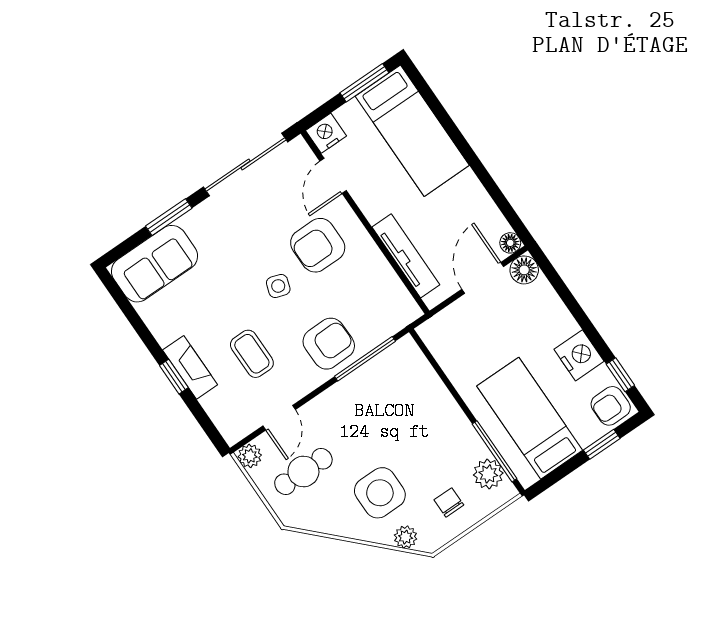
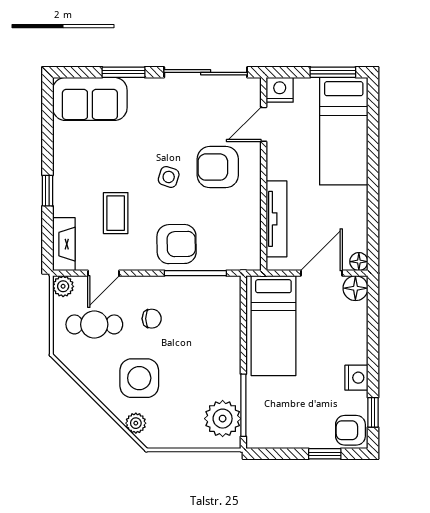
nightstand: (579, 355) -> (356, 378), width x0.74, depth x0.75
fireplace: (190, 367) -> (64, 244), moved
bed: (530, 418) -> (273, 326), moved, turned 180
plant: (488, 474) -> (223, 419), width x1.36, depth x1.36
chair: (449, 502) -> (152, 319), moved, turned 90

